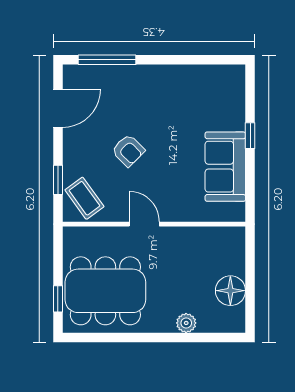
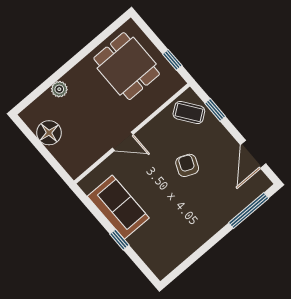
armchair: (128, 150) -> (187, 165), turned 68
door: (144, 224) -> (123, 141), moved
dining table: (105, 291) -> (127, 66), width x0.73
window: (58, 299) -> (172, 60), moved

